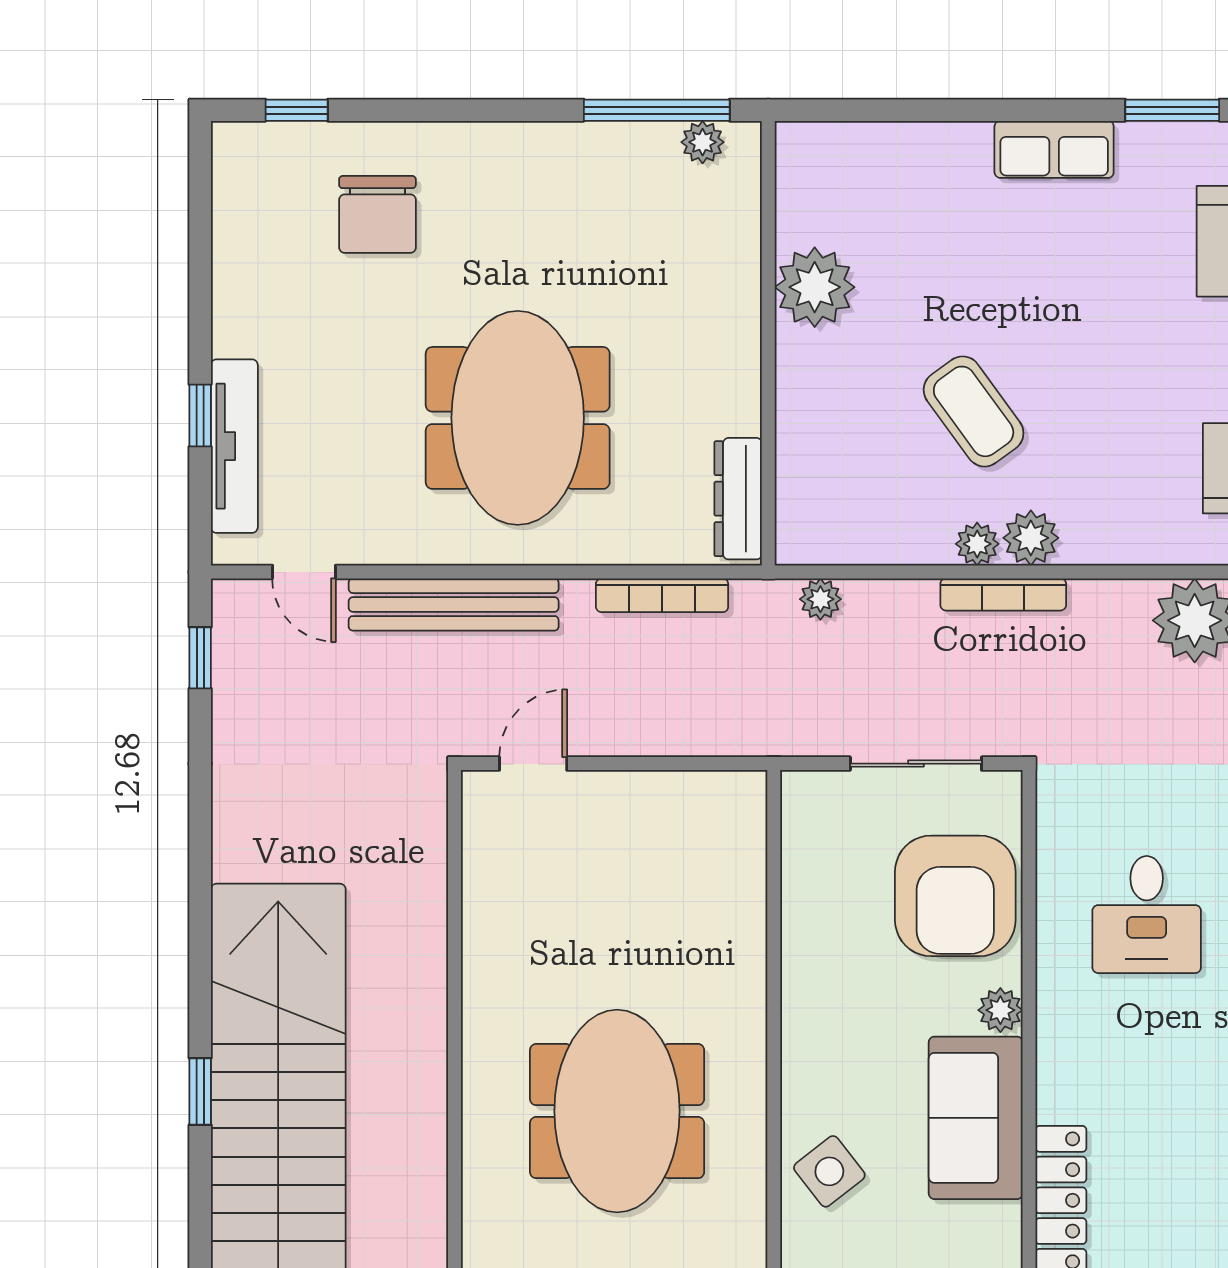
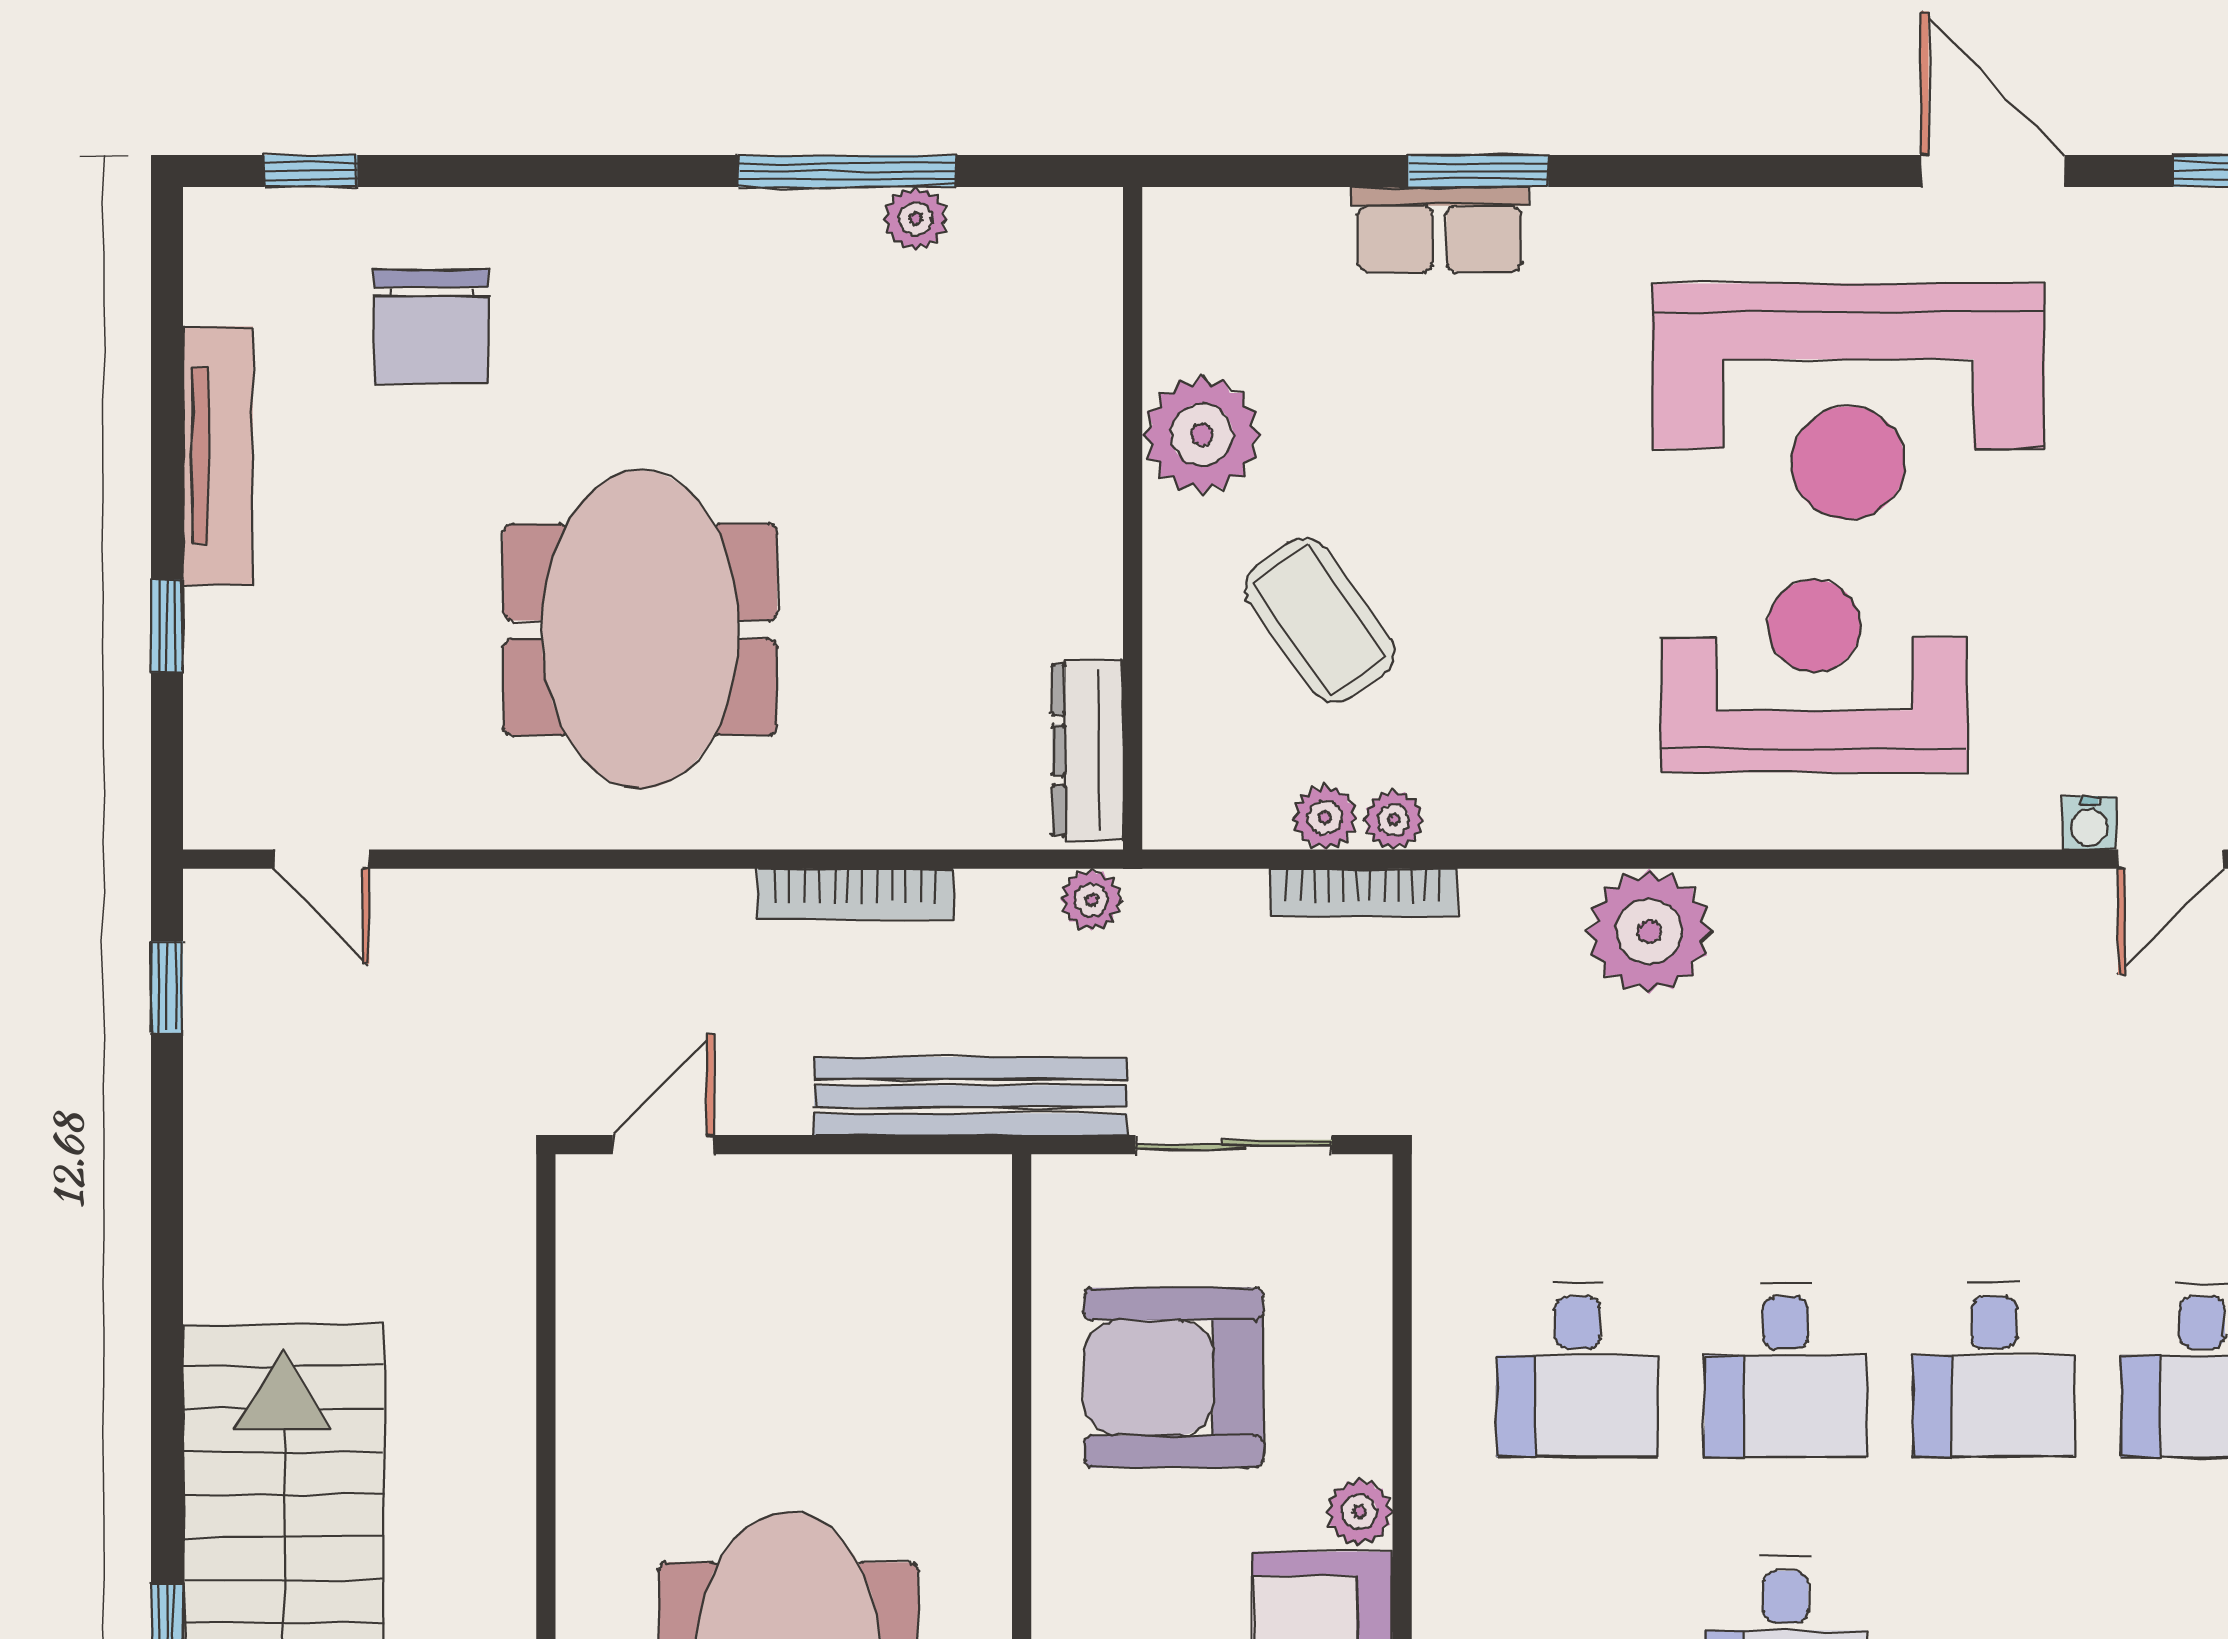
window: (1172, 110) -> (1478, 171), moved
plant: (815, 287) -> (1202, 435), moved
wall: (768, 343) -> (1133, 518), moved
tv unit: (234, 446) -> (218, 456), moved
dresser: (738, 499) -> (1088, 750), moved
plant: (1031, 538) -> (1394, 820), width x0.73, depth x0.73
bench: (454, 605) -> (971, 1096), moved
armchair: (955, 896) -> (1174, 1378), moved, turned 90

